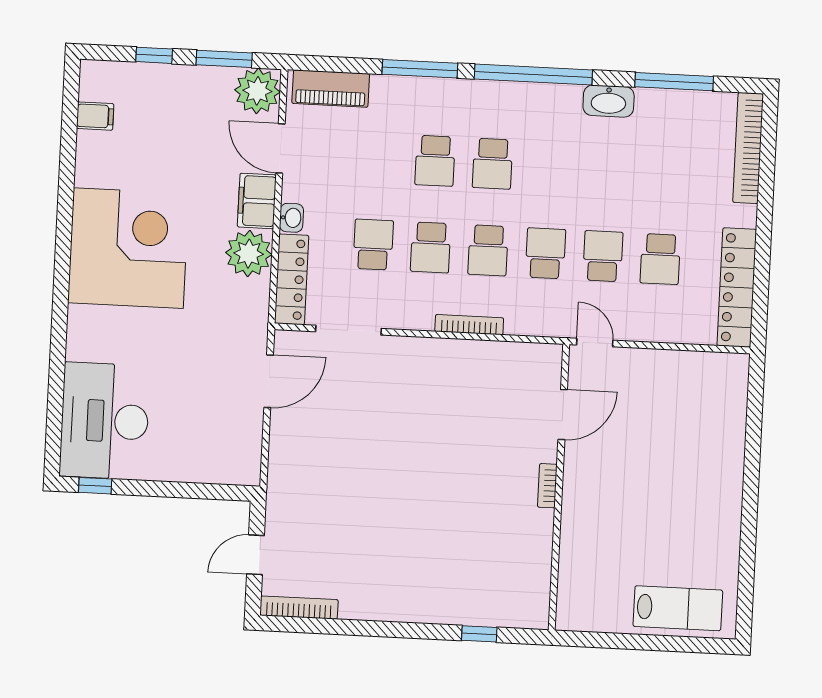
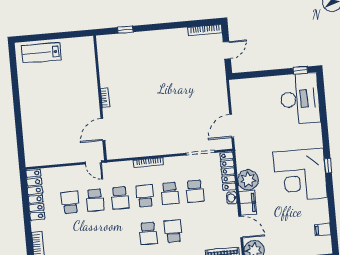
school desk: (492, 164) -> (148, 233), turned 180
school desk: (431, 247) -> (170, 193), turned 180
window: (63, 260) -> (328, 166), added

